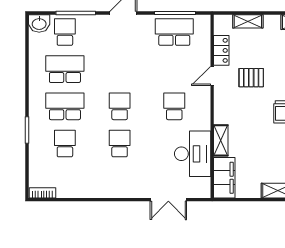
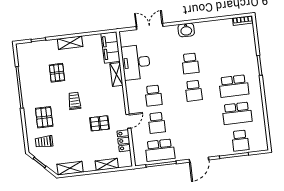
washbasin: (39, 23) -> (186, 30), moved, turned 180
school desk: (65, 143) -> (157, 123), moved

